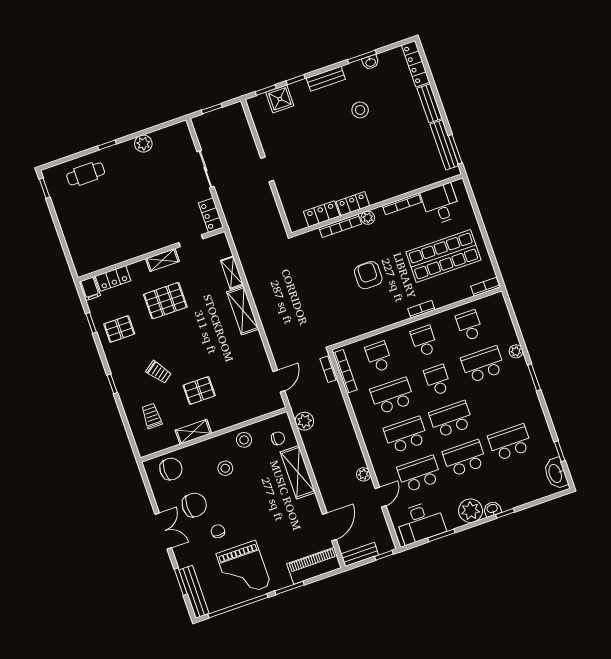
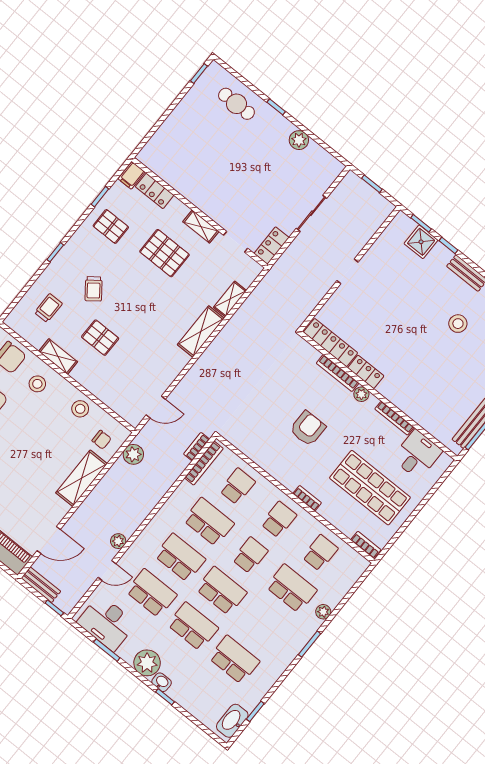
locker: (322, 214) -> (330, 343), width x1.53
stool: (225, 468) -> (37, 384), moved

